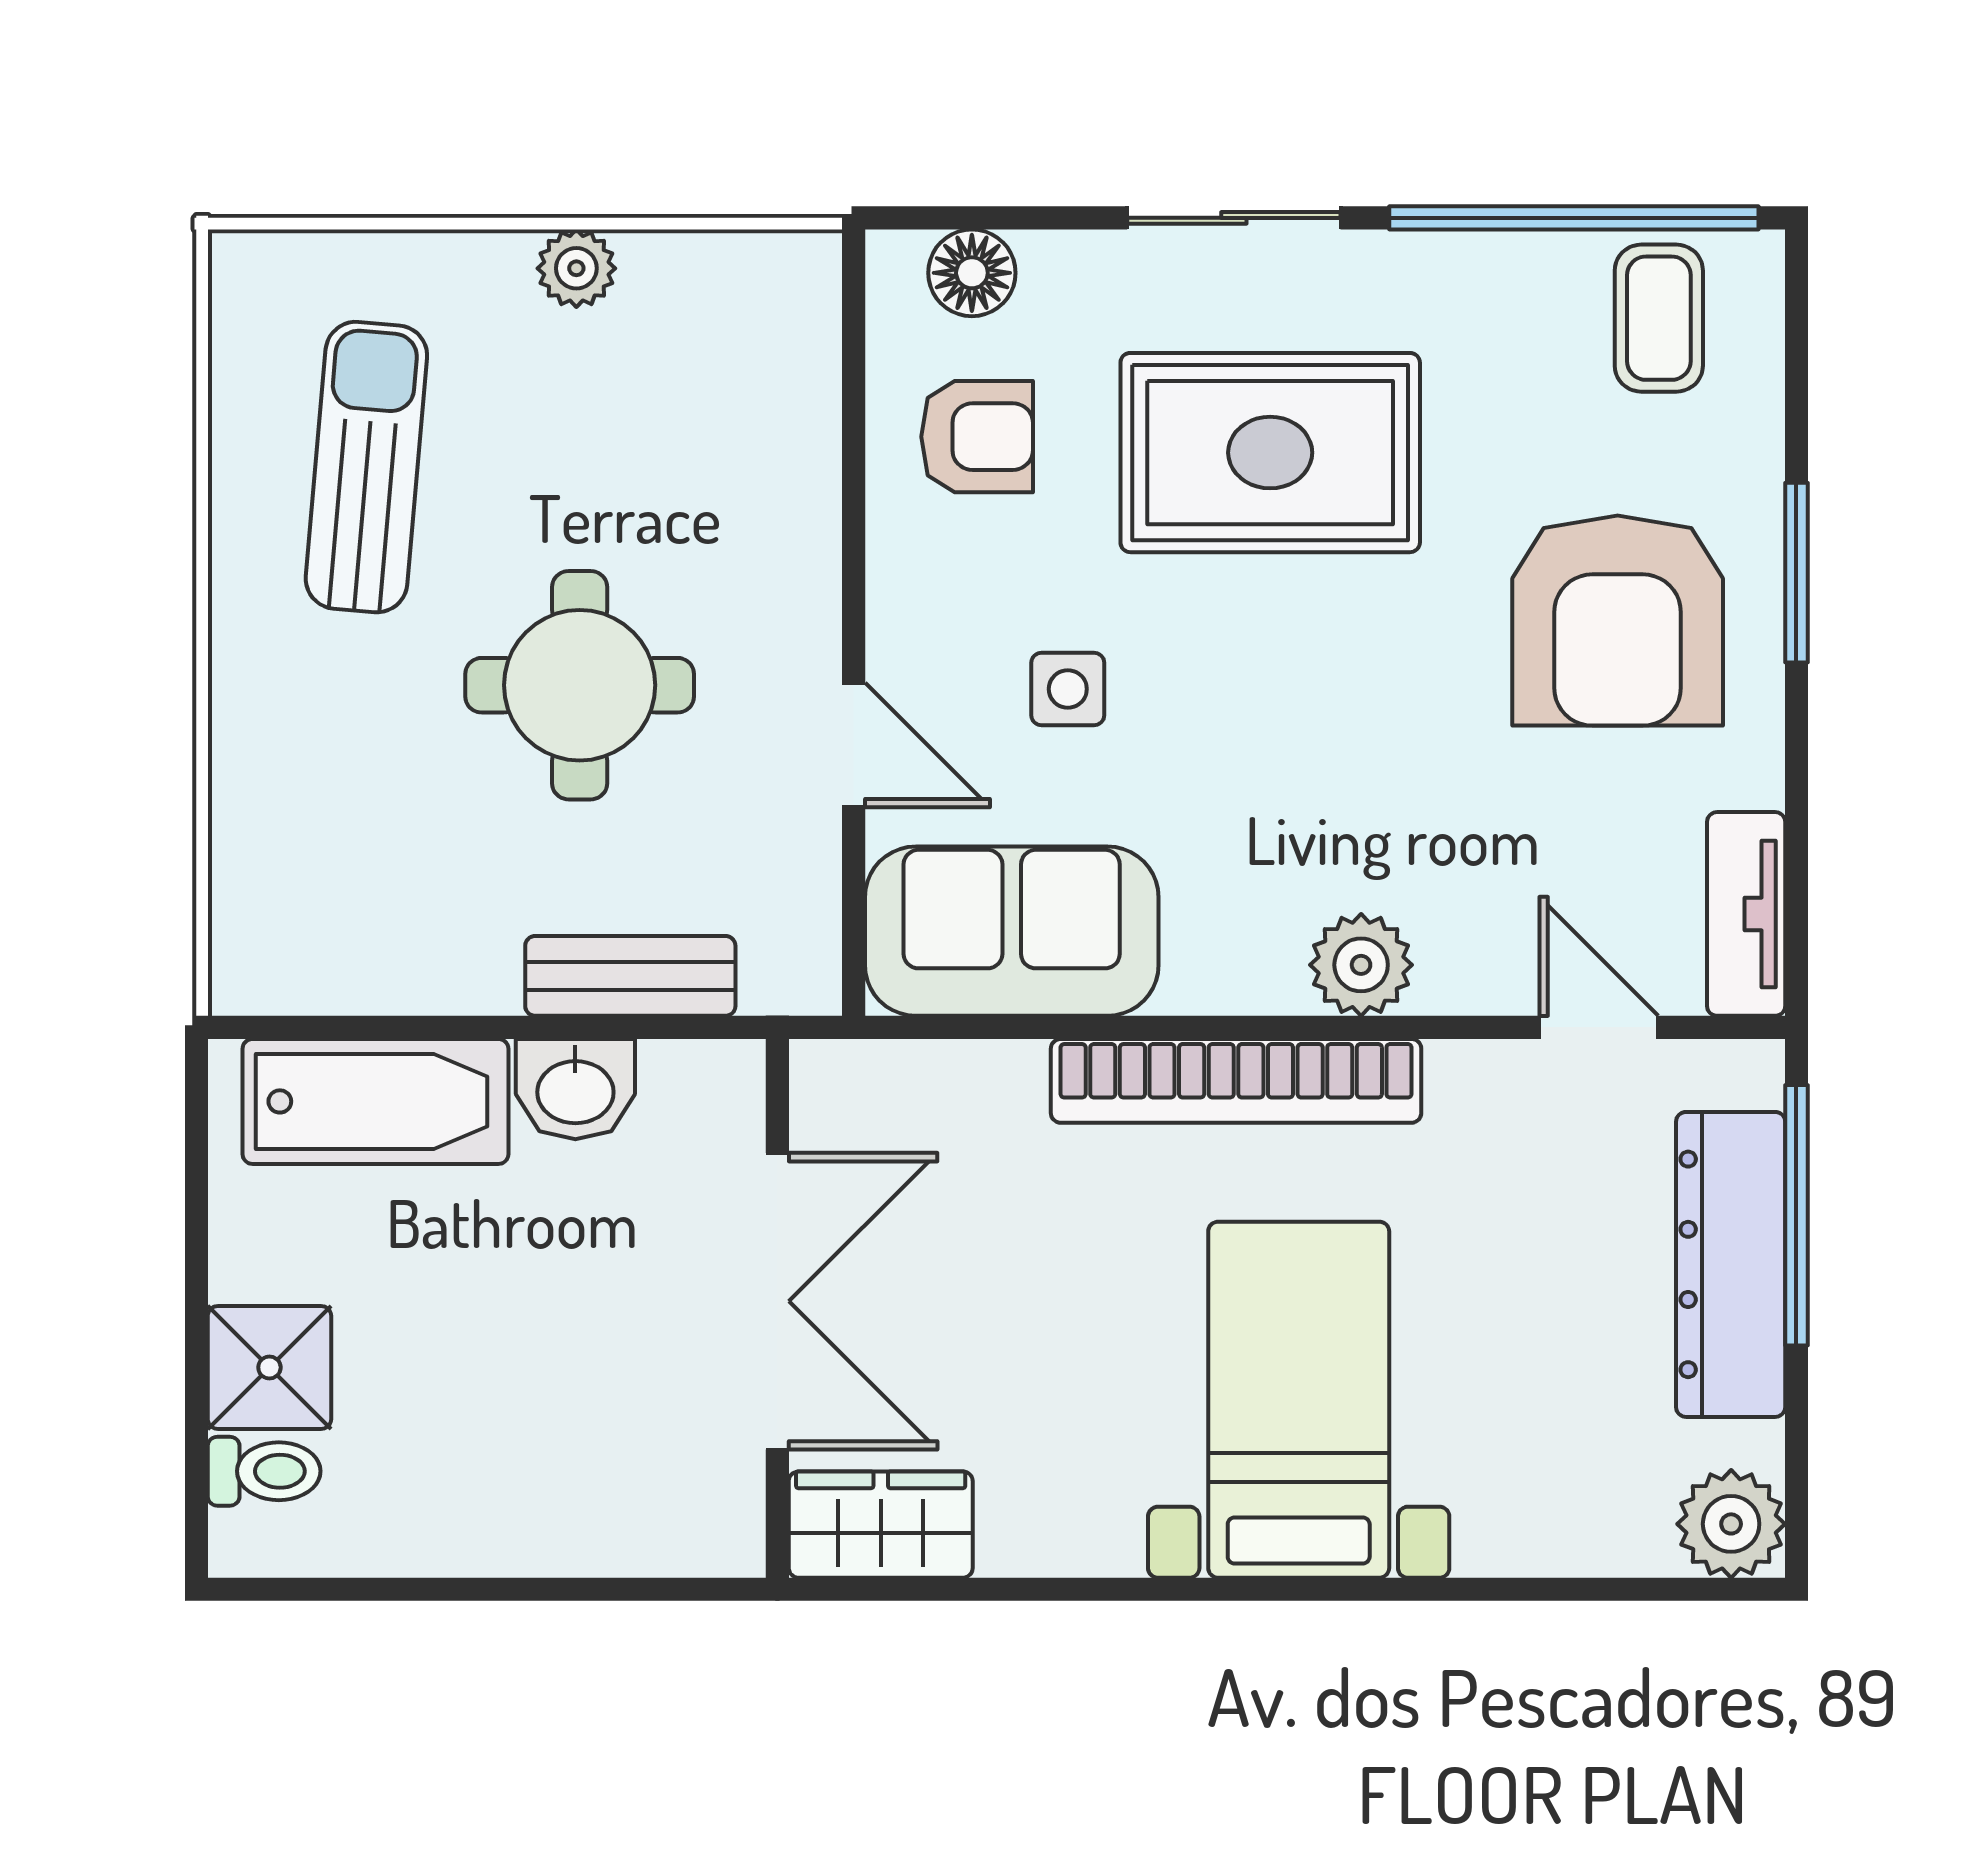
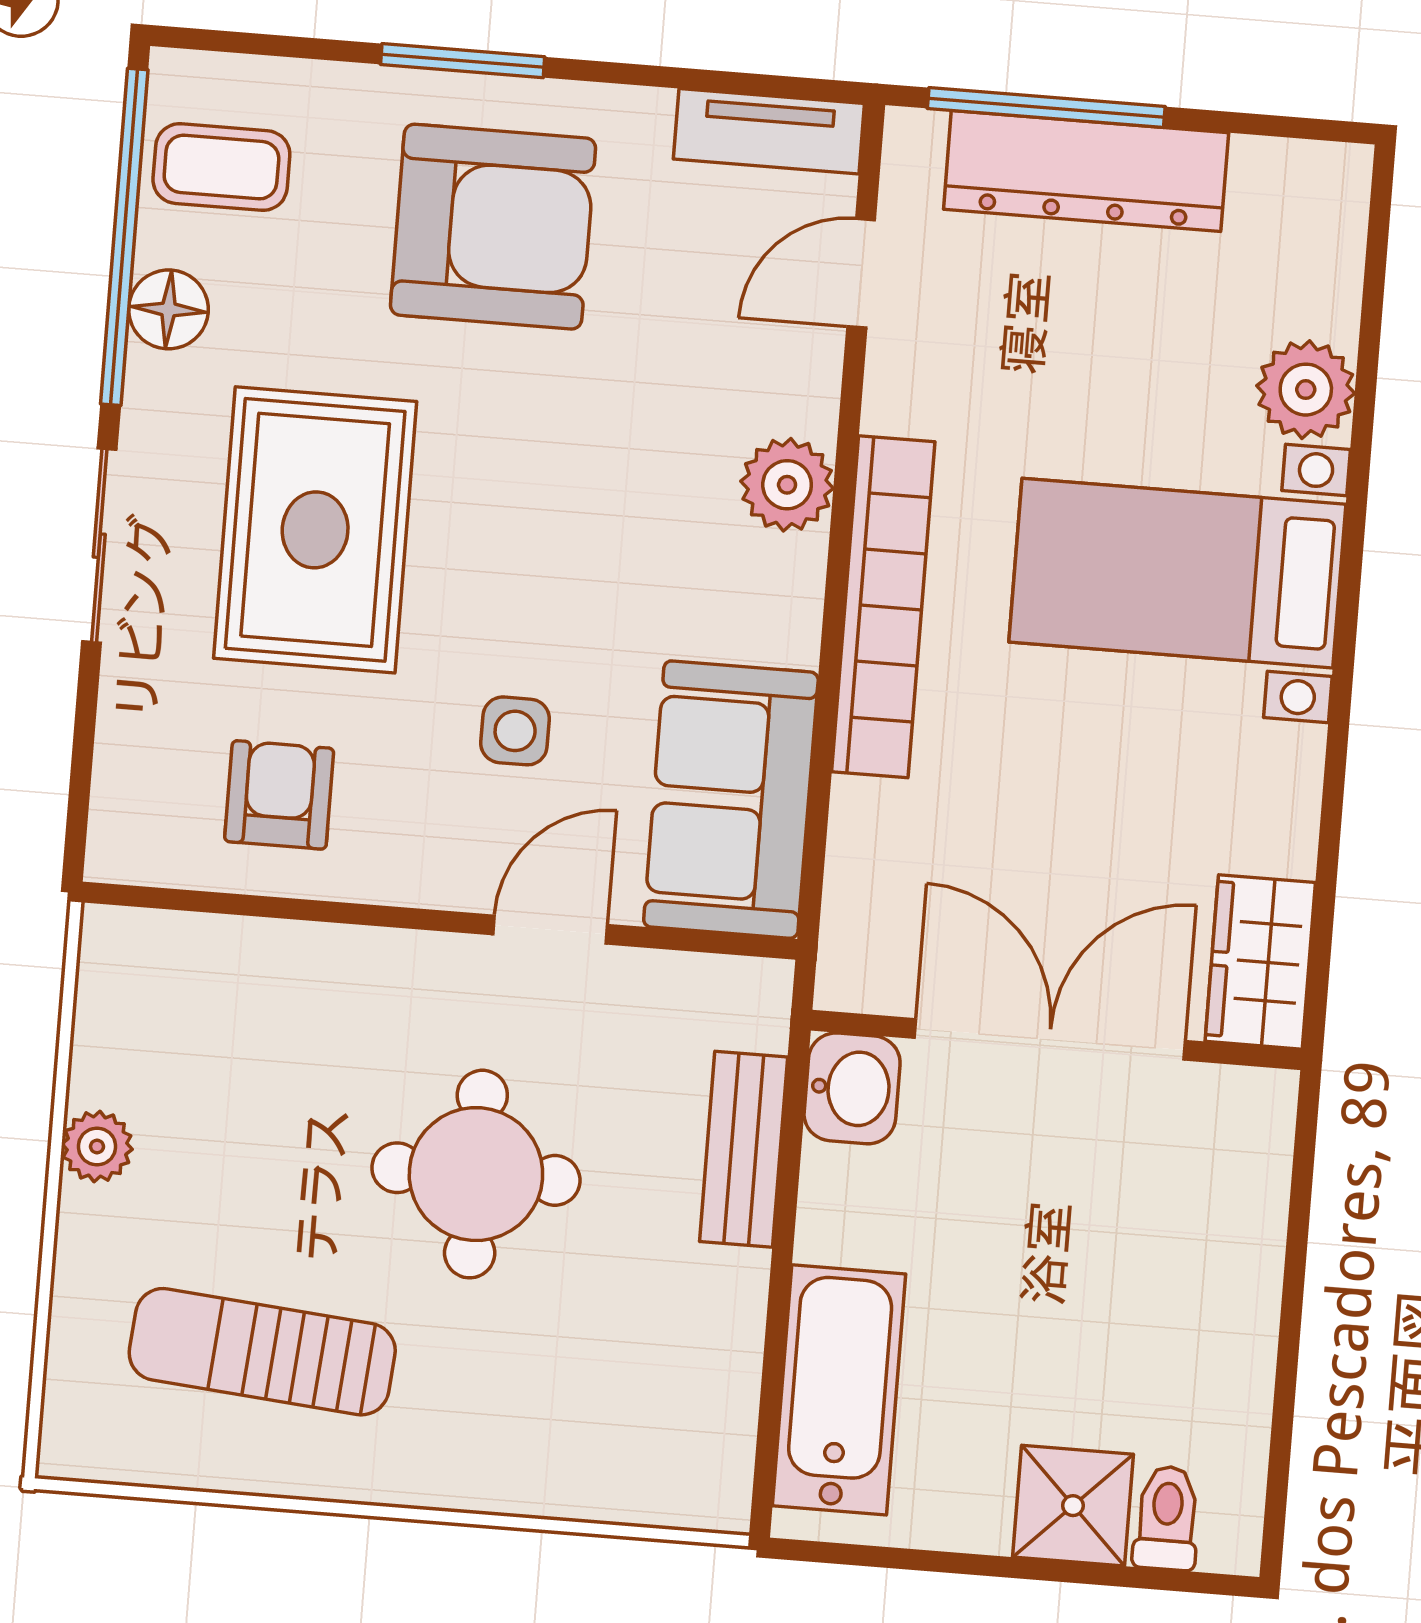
floor lamp: (972, 273) -> (169, 309), moved
washbasin: (575, 1089) -> (852, 1088), moved
plant: (1731, 1524) -> (1306, 390), moved

